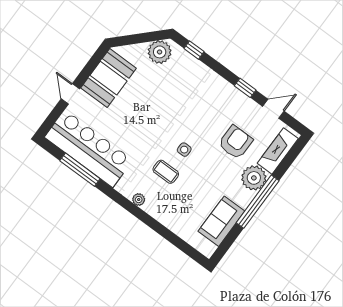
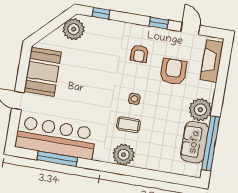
armchair: (211, 108) -> (139, 54), added
door: (273, 109) -> (190, 28), hinge flipped
plant: (254, 178) -> (200, 110), moved
plant: (139, 200) -> (124, 155), width x1.88, depth x1.88
window: (258, 202) -> (211, 143), moved

